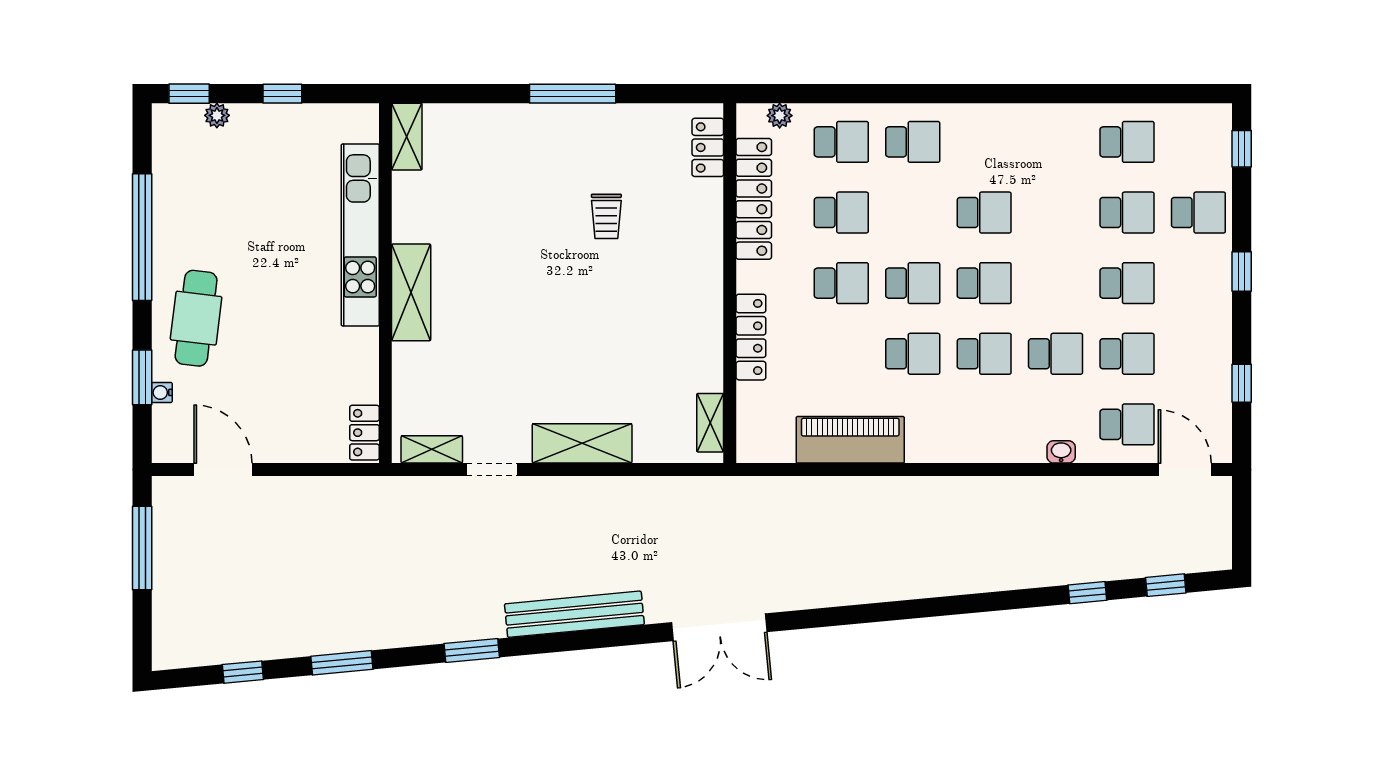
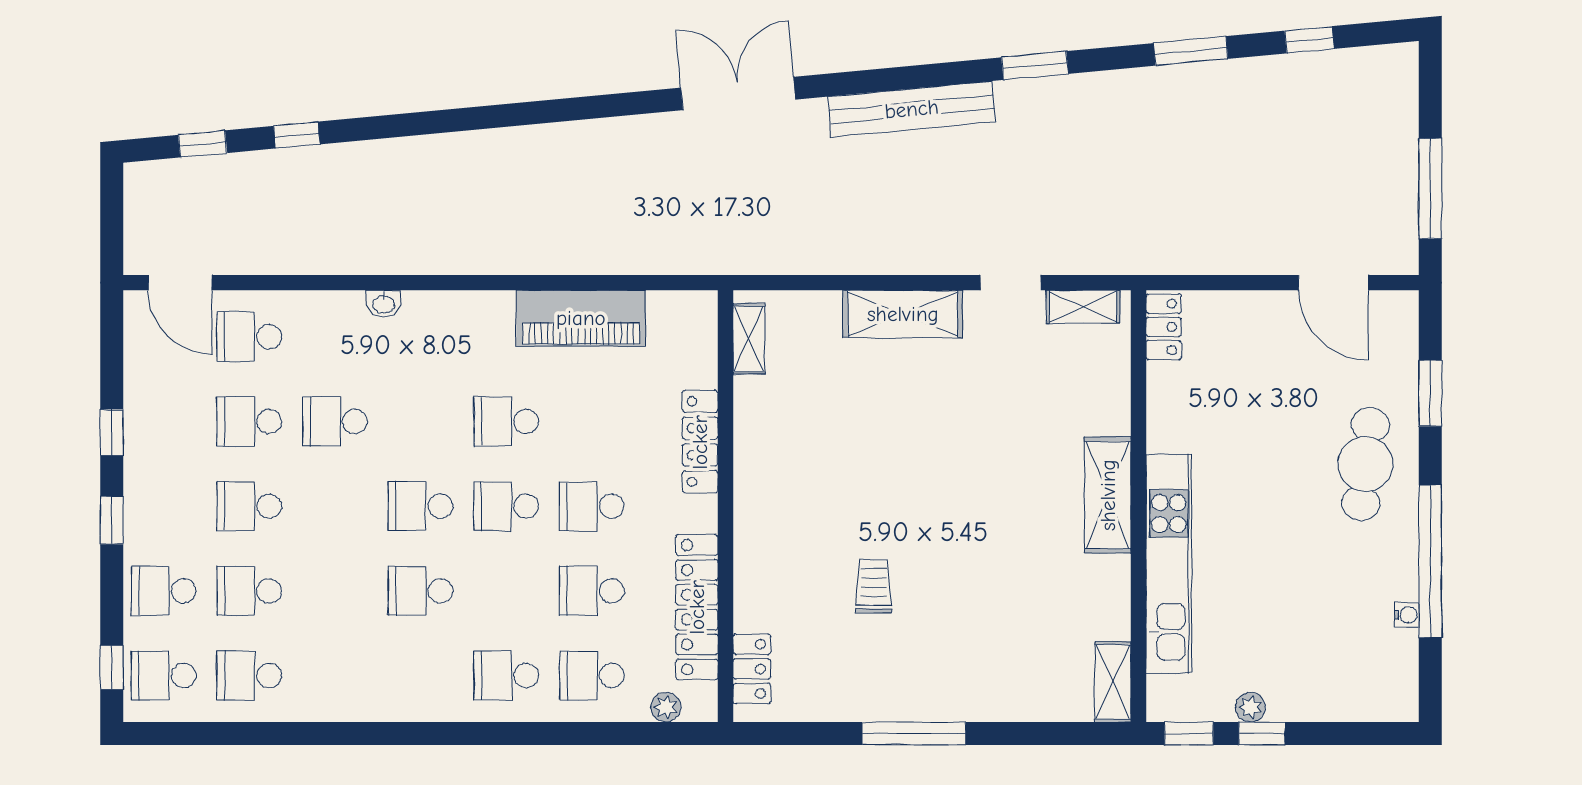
window: (189, 94) -> (1189, 733), moved
plant: (217, 115) -> (1250, 707), moved
school desk: (984, 354) -> (164, 676), moved
window: (1242, 383) -> (112, 432), moved
water cooler: (162, 392) -> (1407, 615), moved
washbasin: (1061, 452) -> (384, 304), moved

